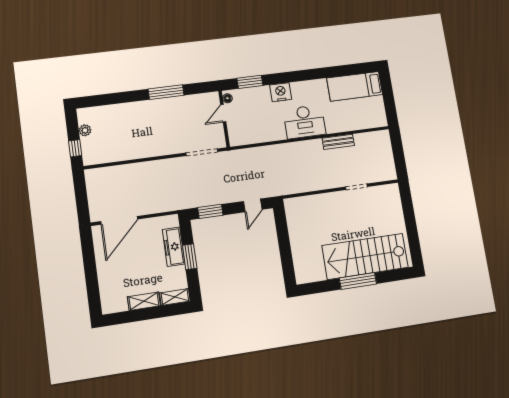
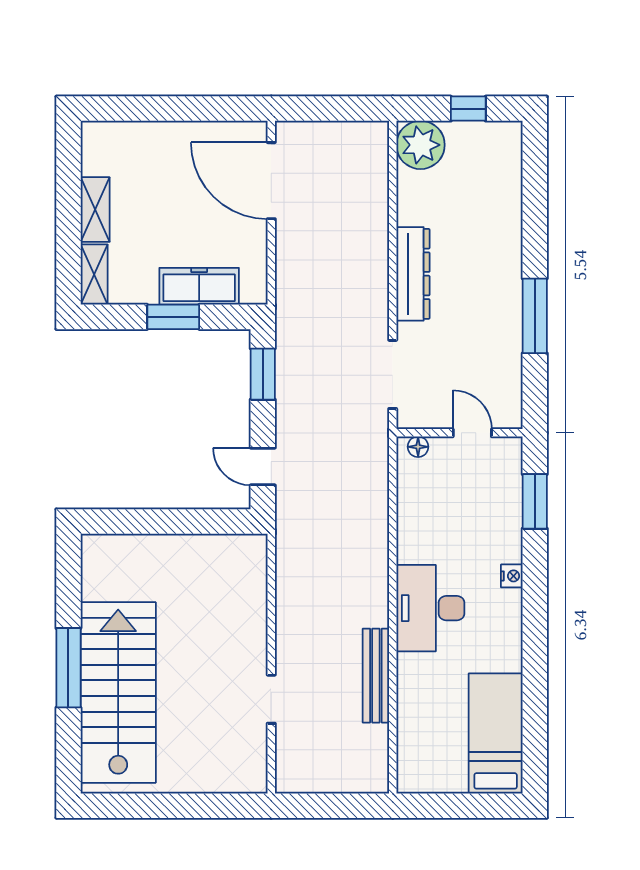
nightstand: (281, 92) -> (512, 576), width x0.53, depth x0.56
floor lamp: (227, 98) -> (418, 447), moved
plant: (85, 130) -> (421, 145), moved, width x1.87, depth x1.87
bench: (338, 142) -> (376, 676), width x1.36
window: (75, 148) -> (468, 109), moved
dresser: (154, 149) -> (413, 274), added

